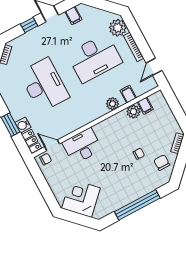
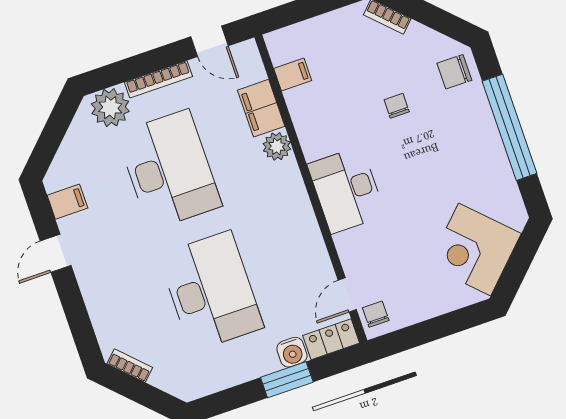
window: (29, 25) -> (73, 303), removed
desk: (44, 85) -> (211, 291), turned 90
filing cabinet: (128, 94) -> (261, 108), width x2.00
plant: (133, 112) -> (302, 103), removed
desk: (82, 146) -> (346, 190), moved
chair: (162, 163) -> (454, 72), moved

